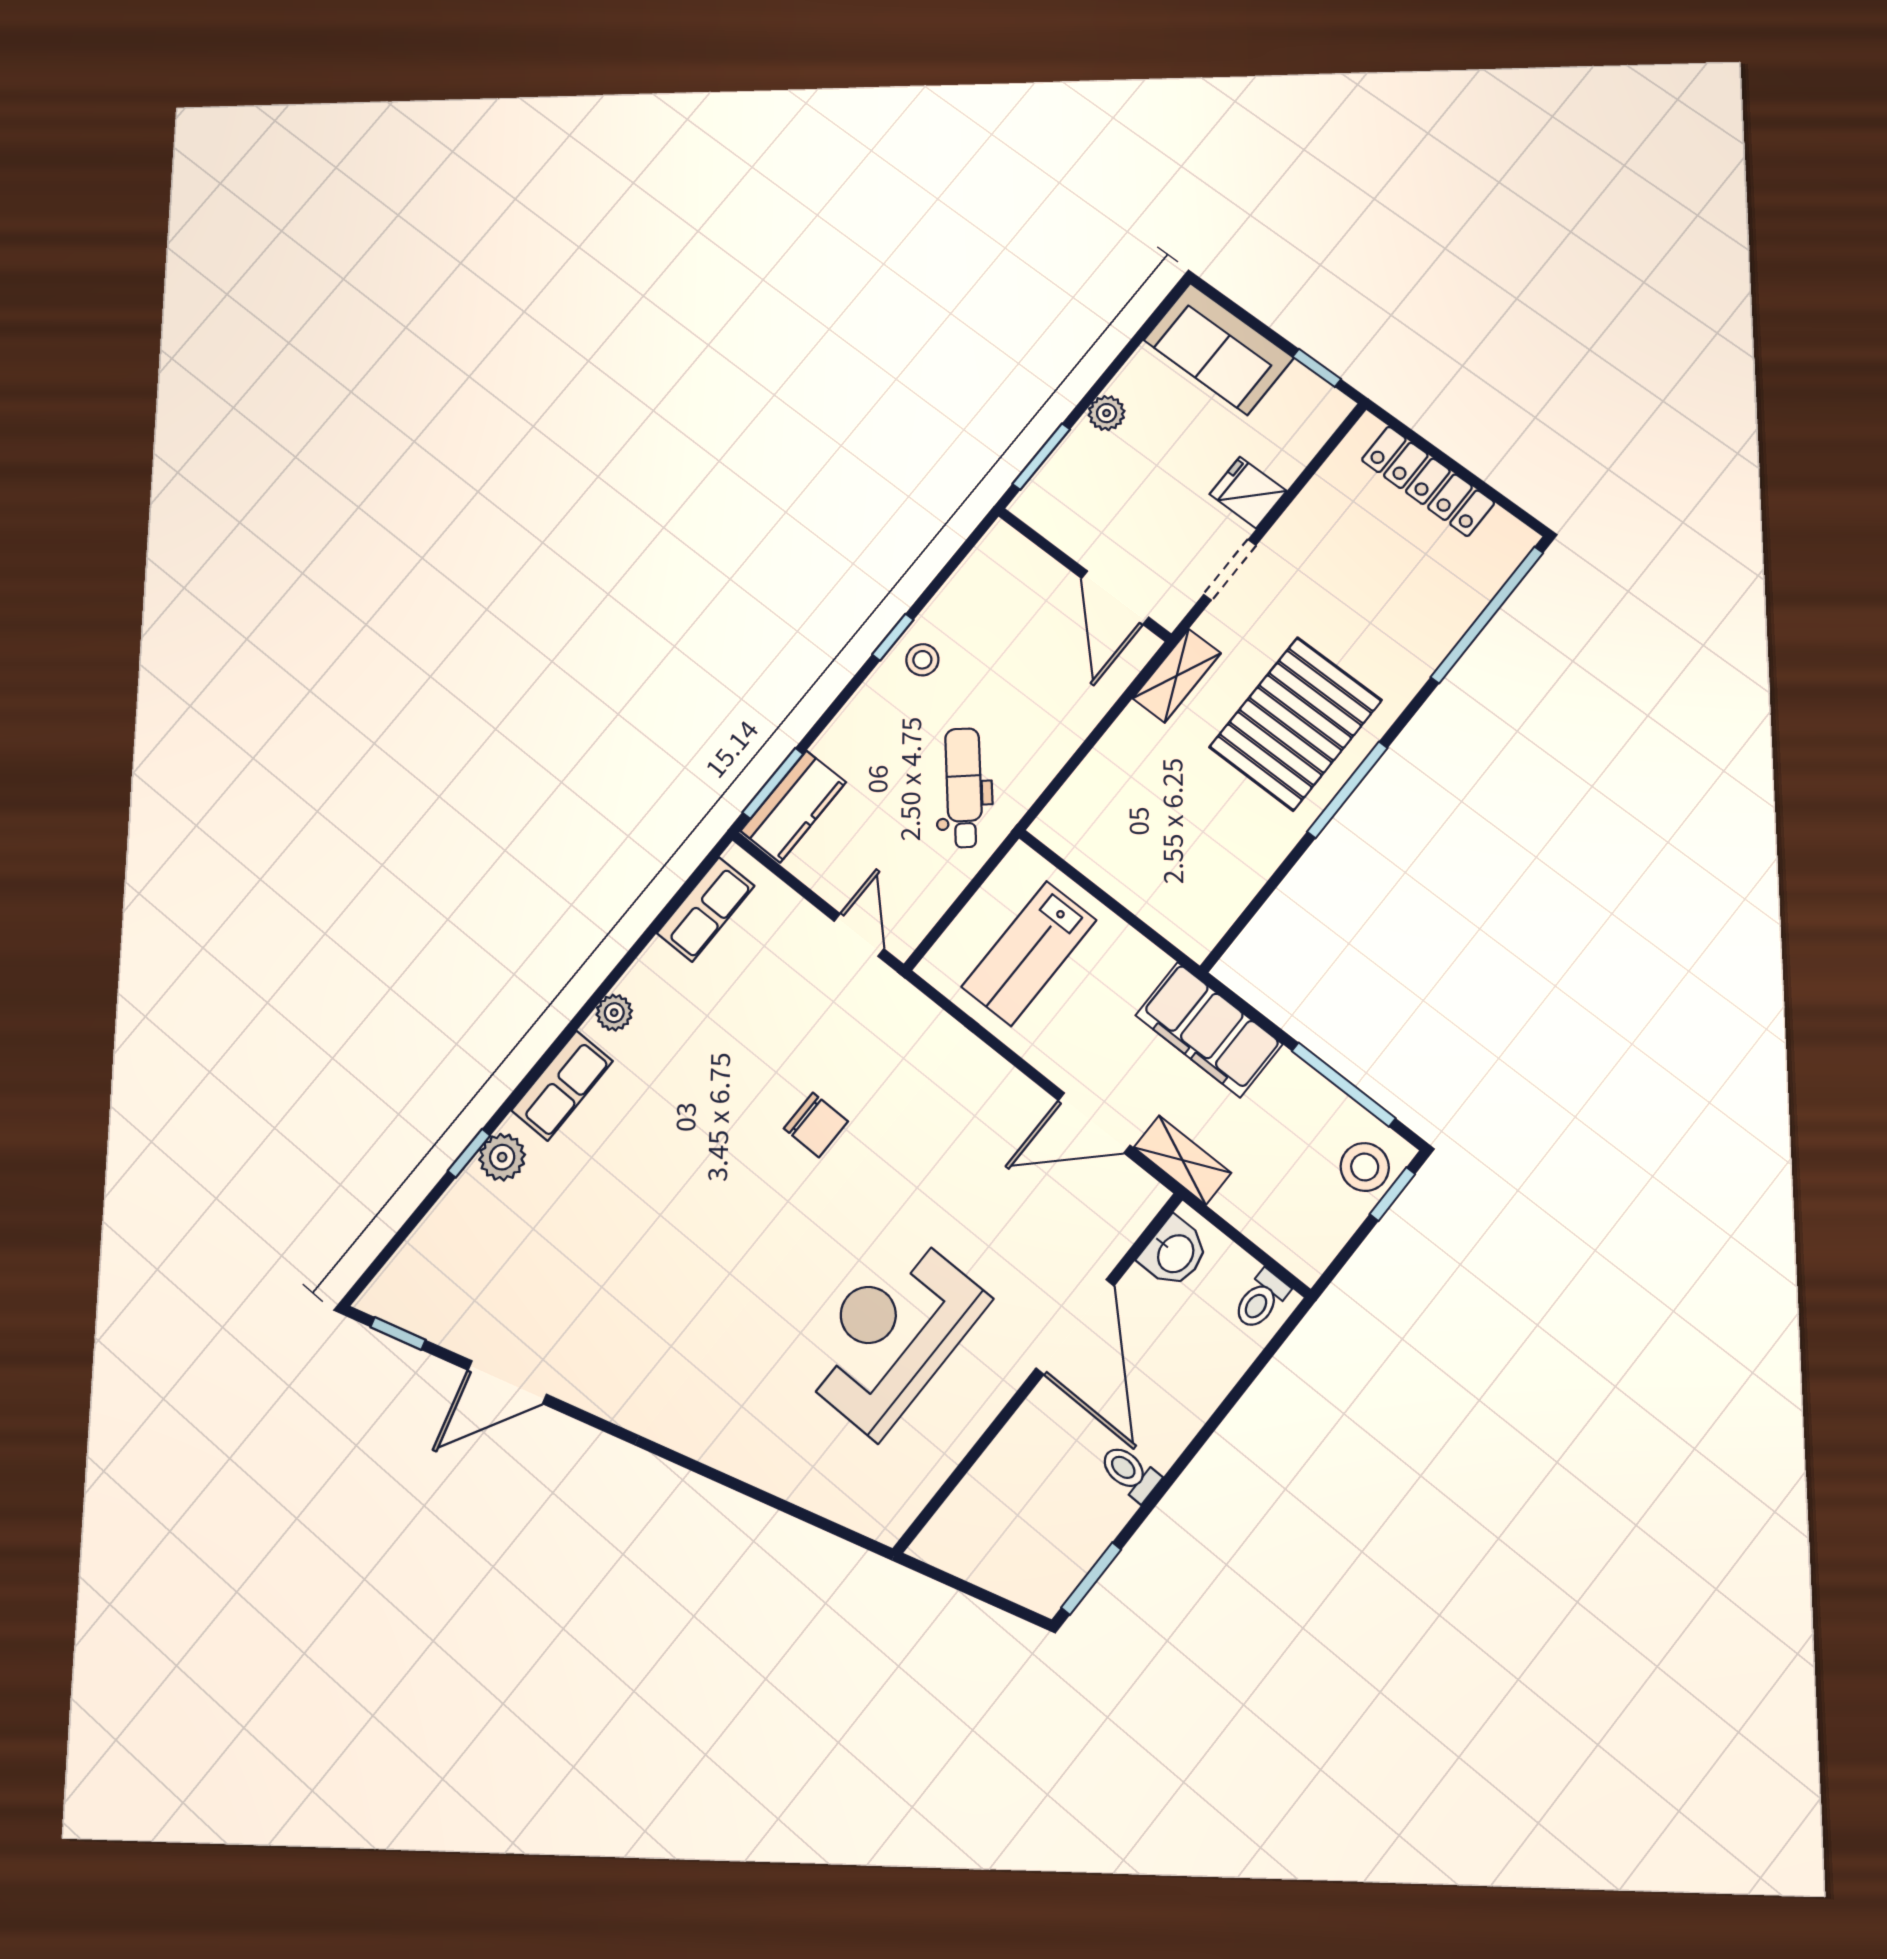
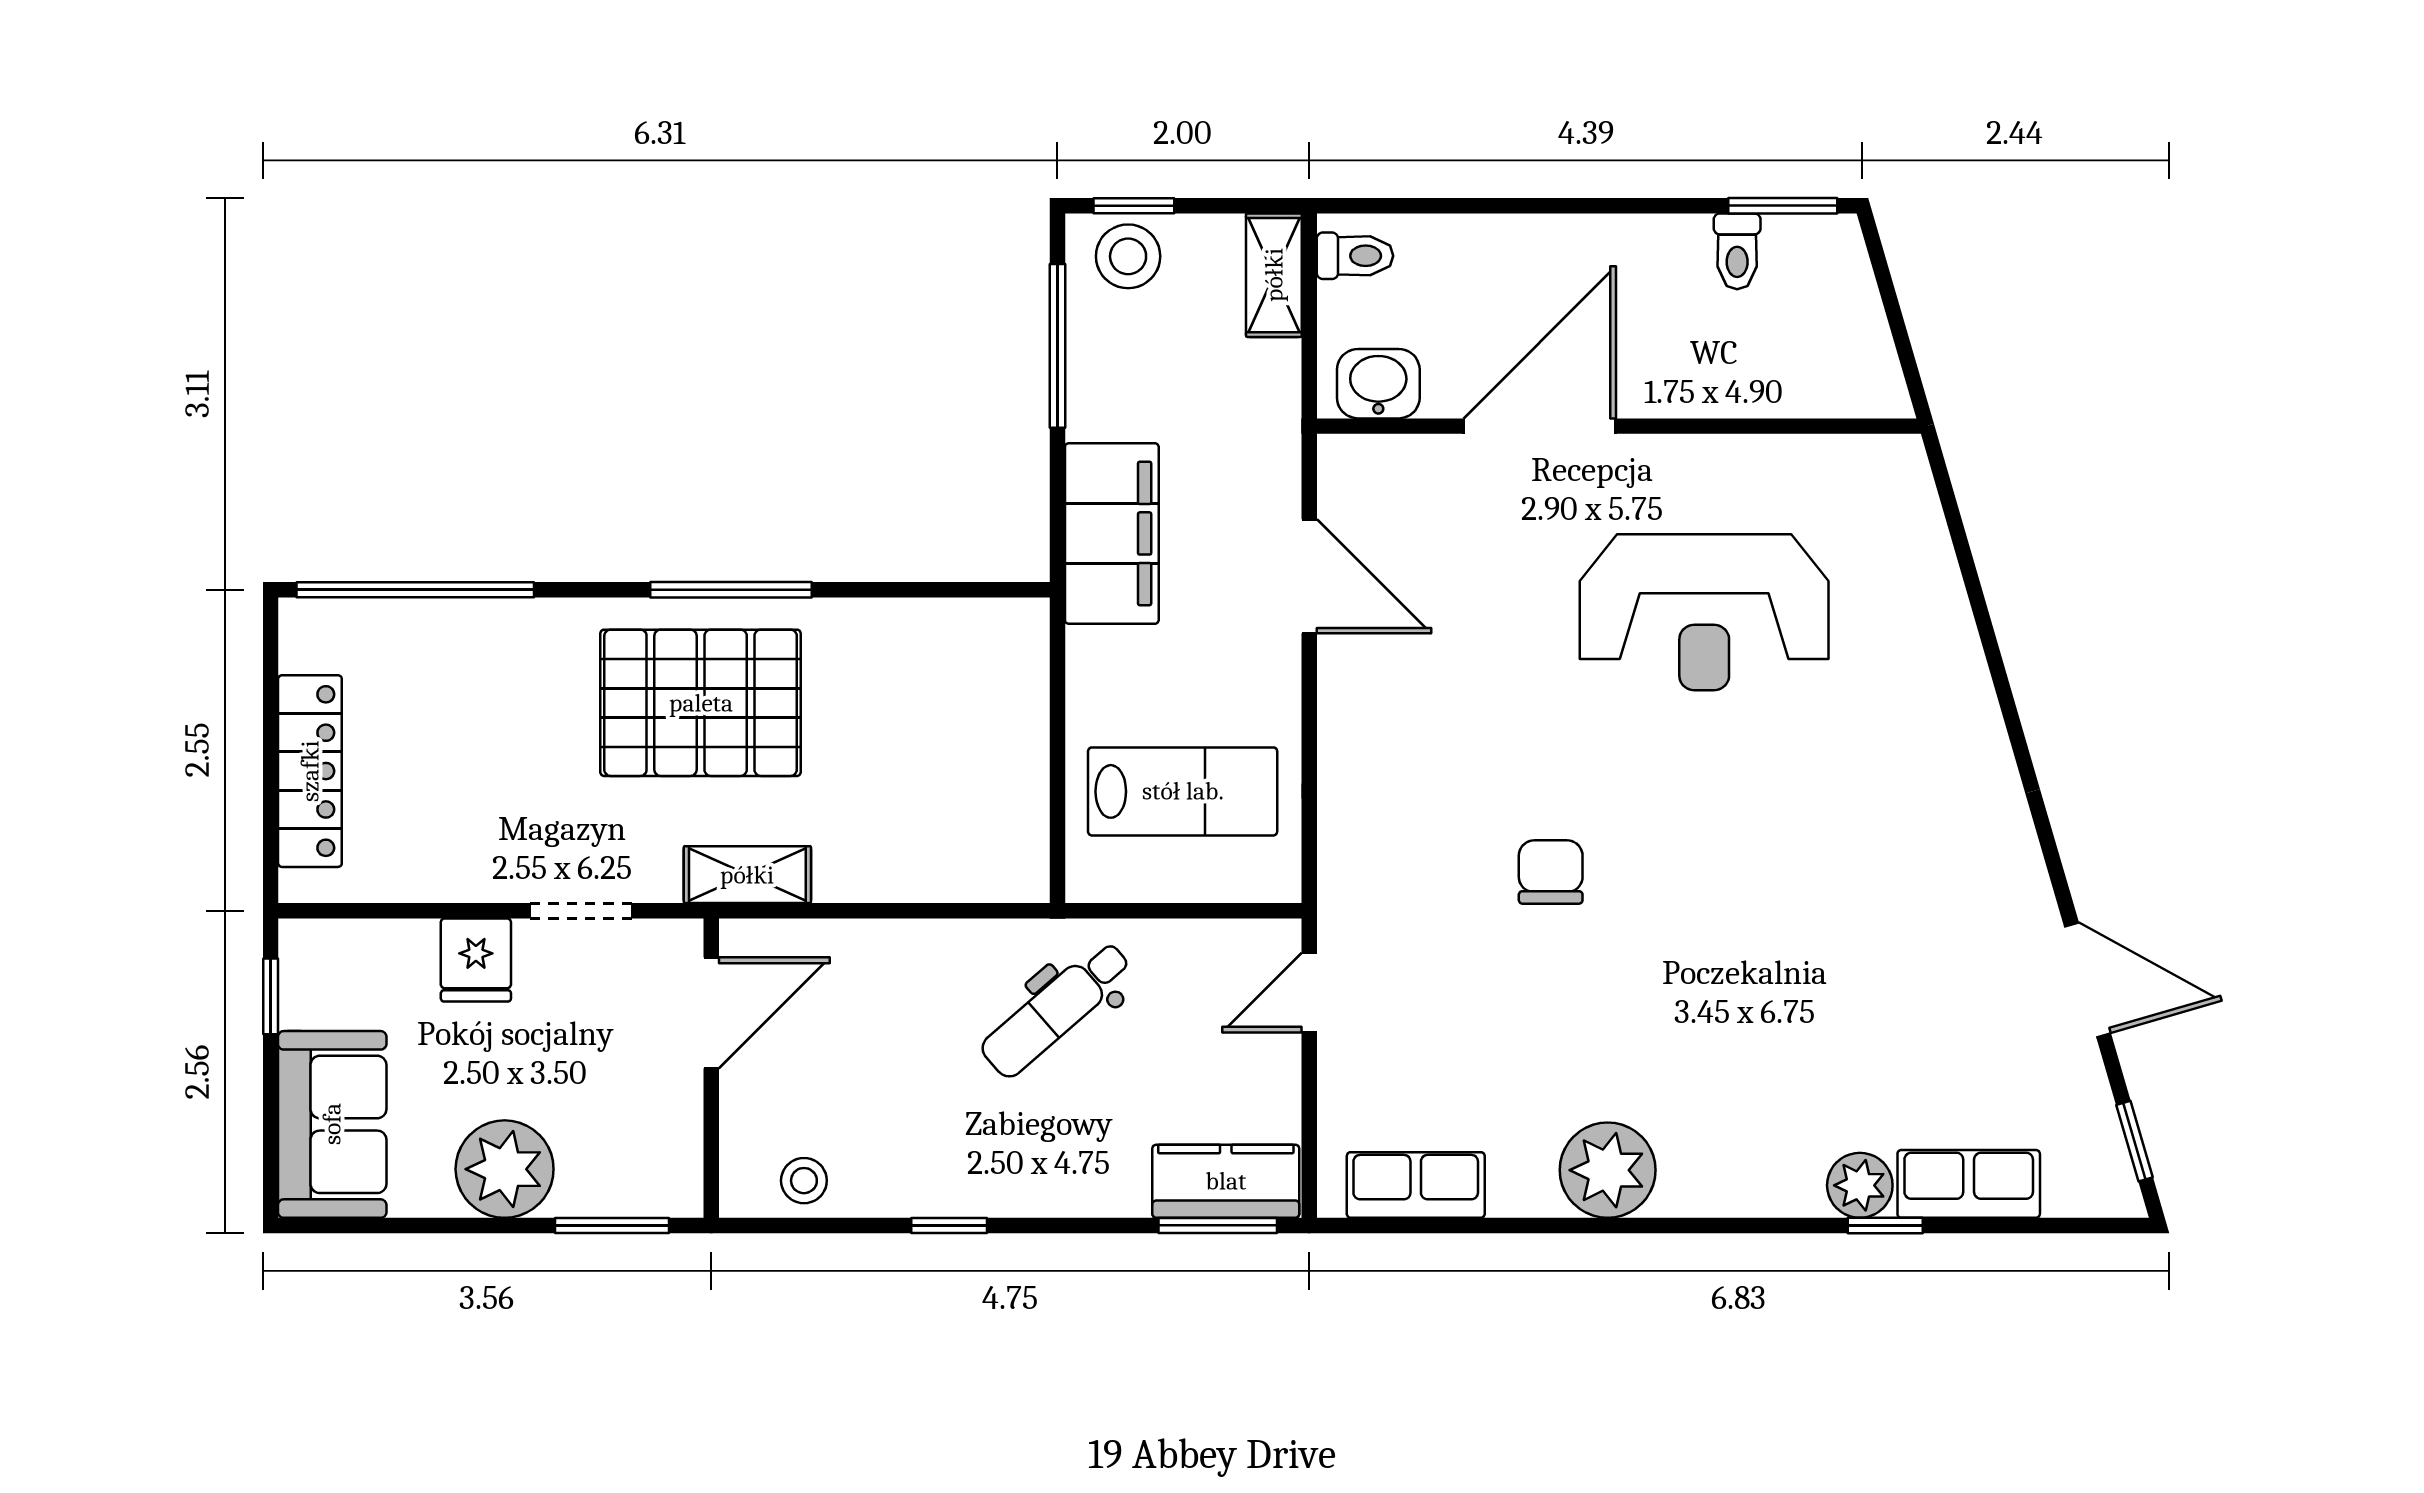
plant: (1107, 413) -> (505, 1169), width x1.88, depth x1.88
stool: (922, 660) -> (804, 1181), moved
plant: (614, 1013) -> (1608, 1170), width x1.88, depth x1.88
row of seats: (562, 1086) -> (1969, 1184), moved
shelving: (1182, 1160) -> (1274, 275), moved
toilet: (1130, 1473) -> (1737, 251), moved

